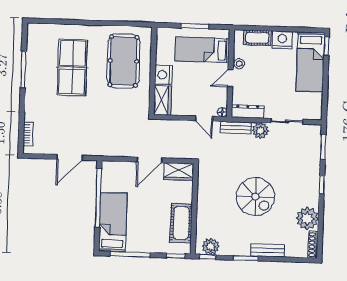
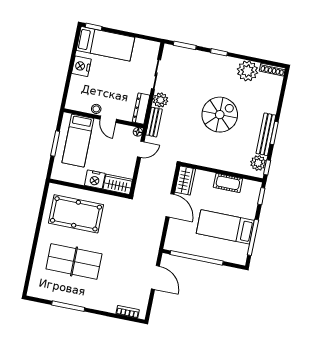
cot: (257, 38) -> (76, 88), removed
bed: (113, 222) -> (225, 227), moved
cot: (181, 223) -> (228, 183), width x0.73, depth x0.75
bench: (268, 250) -> (266, 134), moved, width x1.36

